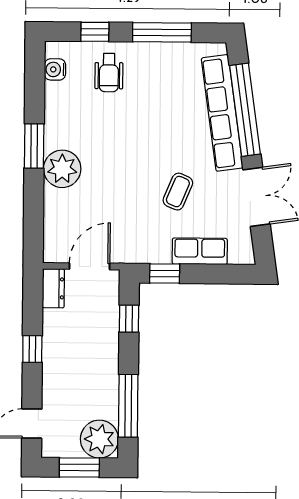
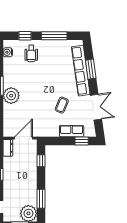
window: (245, 110) -> (91, 69), width x0.47
window: (165, 274) -> (82, 141), moved
window: (128, 406) -> (41, 199), width x0.69

